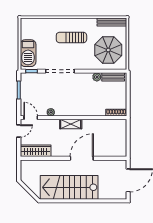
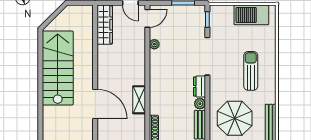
barbecue: (28, 53) -> (251, 15), moved
dresser: (84, 77) -> (200, 87), added
shelving: (71, 124) -> (139, 100), moved
door: (82, 158) -> (95, 104), moved

